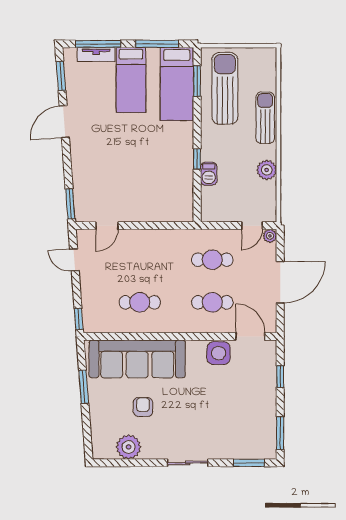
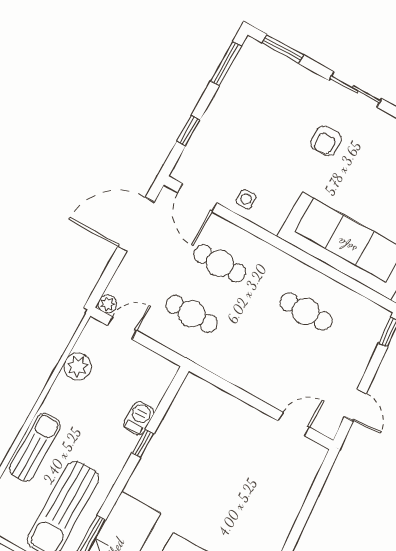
sun lounger: (265, 118) -> (35, 447), turned 180
plant: (267, 170) -> (78, 367), moved
window: (70, 204) -> (323, 474), removed
door: (280, 282) -> (136, 224), moved
side table: (219, 353) -> (246, 199), width x0.54, depth x0.54
armchair: (143, 407) -> (326, 141), moved

